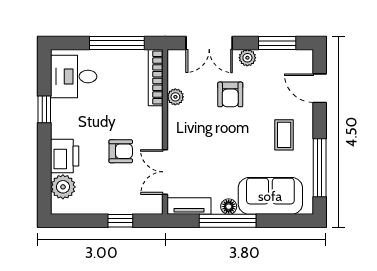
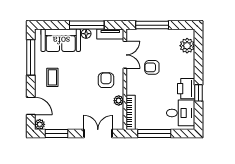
plant: (247, 58) -> (40, 124), moved
armchair: (230, 94) -> (106, 80), moved
printer: (65, 156) -> (186, 89), moved
window: (120, 221) -> (152, 25), width x2.17

